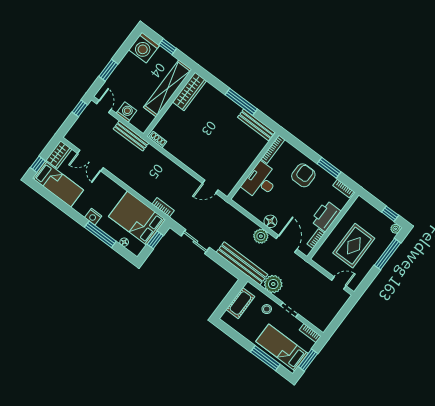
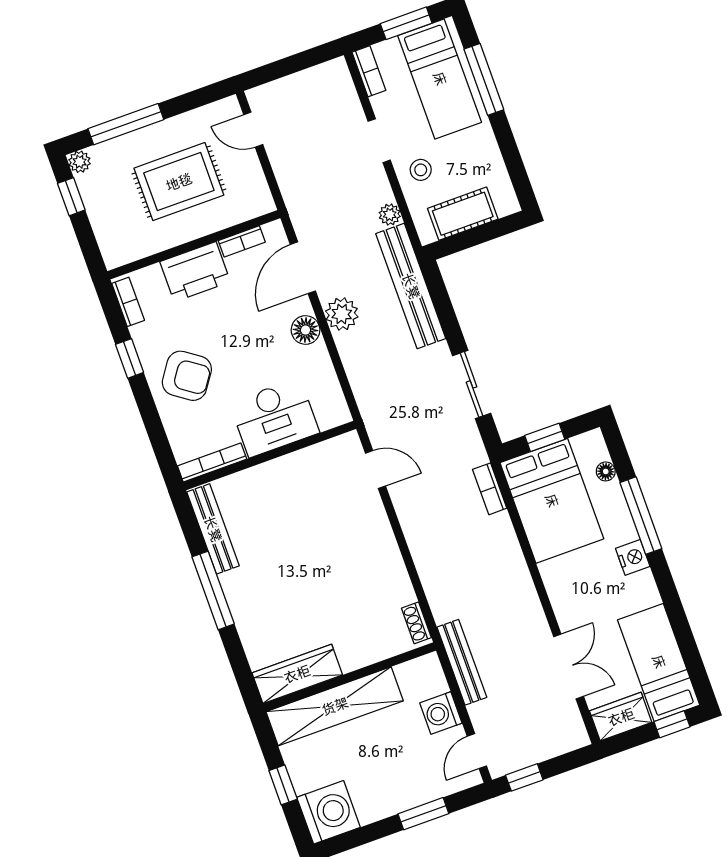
window: (329, 168) -> (130, 358), width x0.67
armchair: (303, 175) -> (187, 376), turned -145
plant: (273, 284) -> (390, 215), width x0.53, depth x0.53

